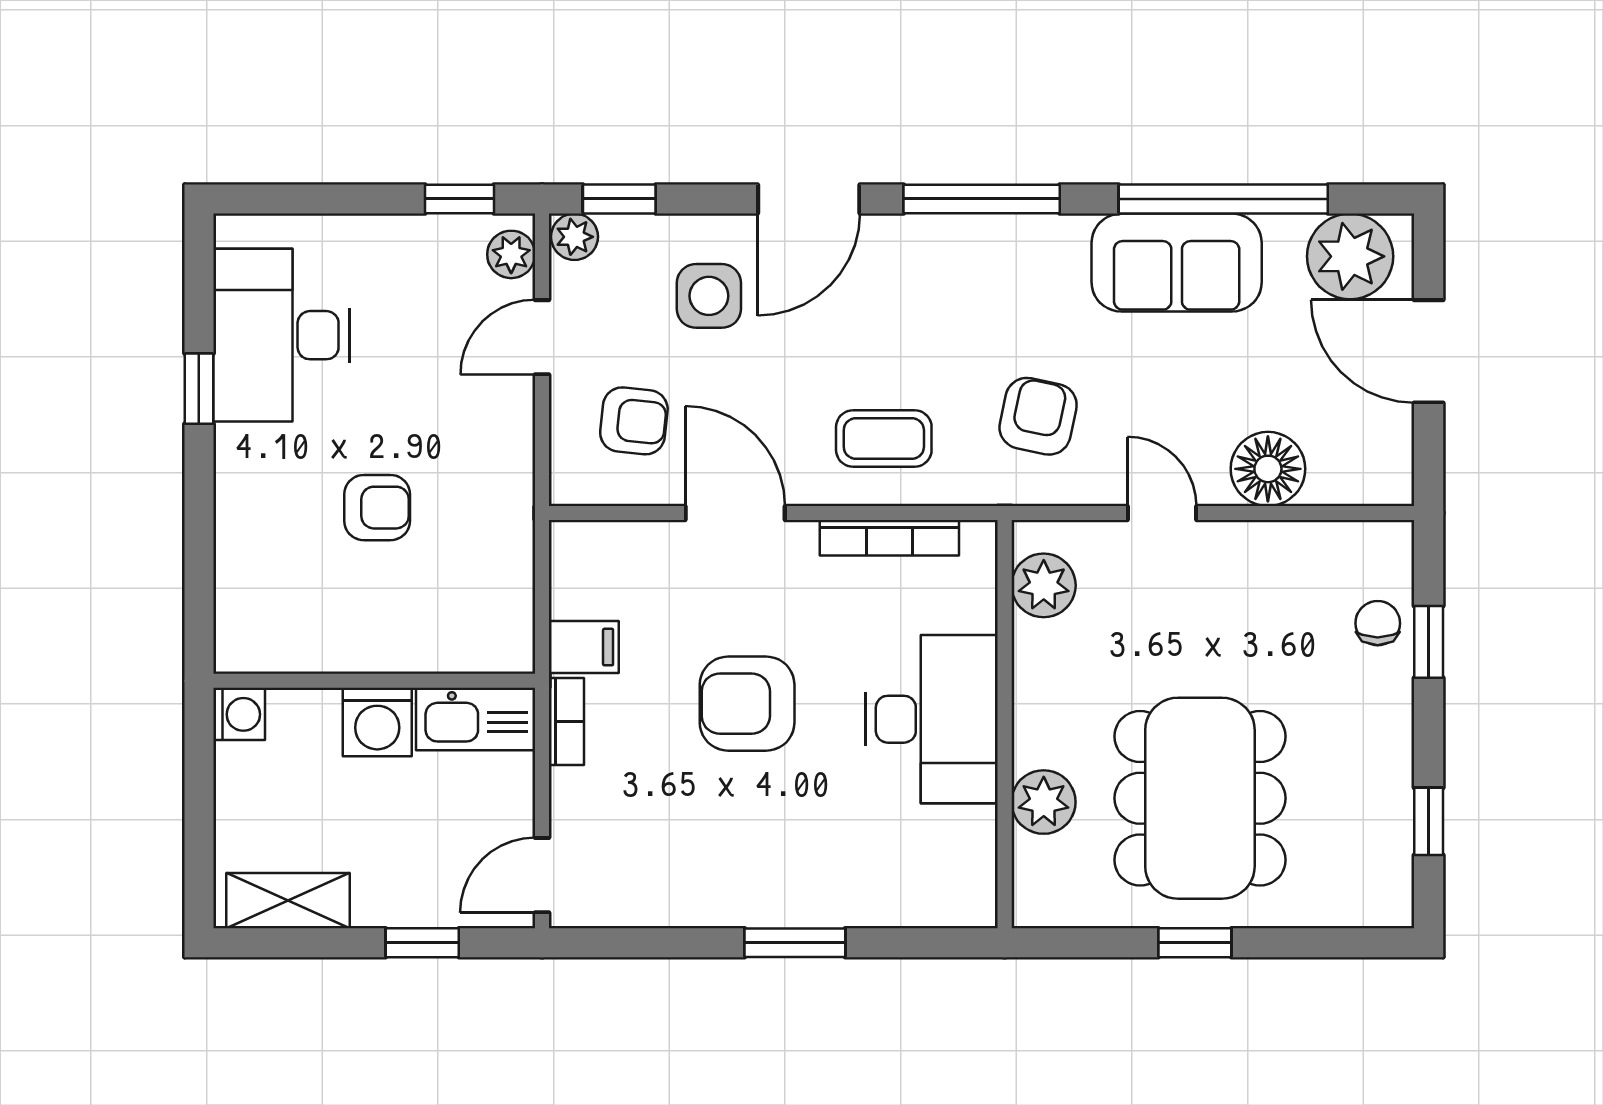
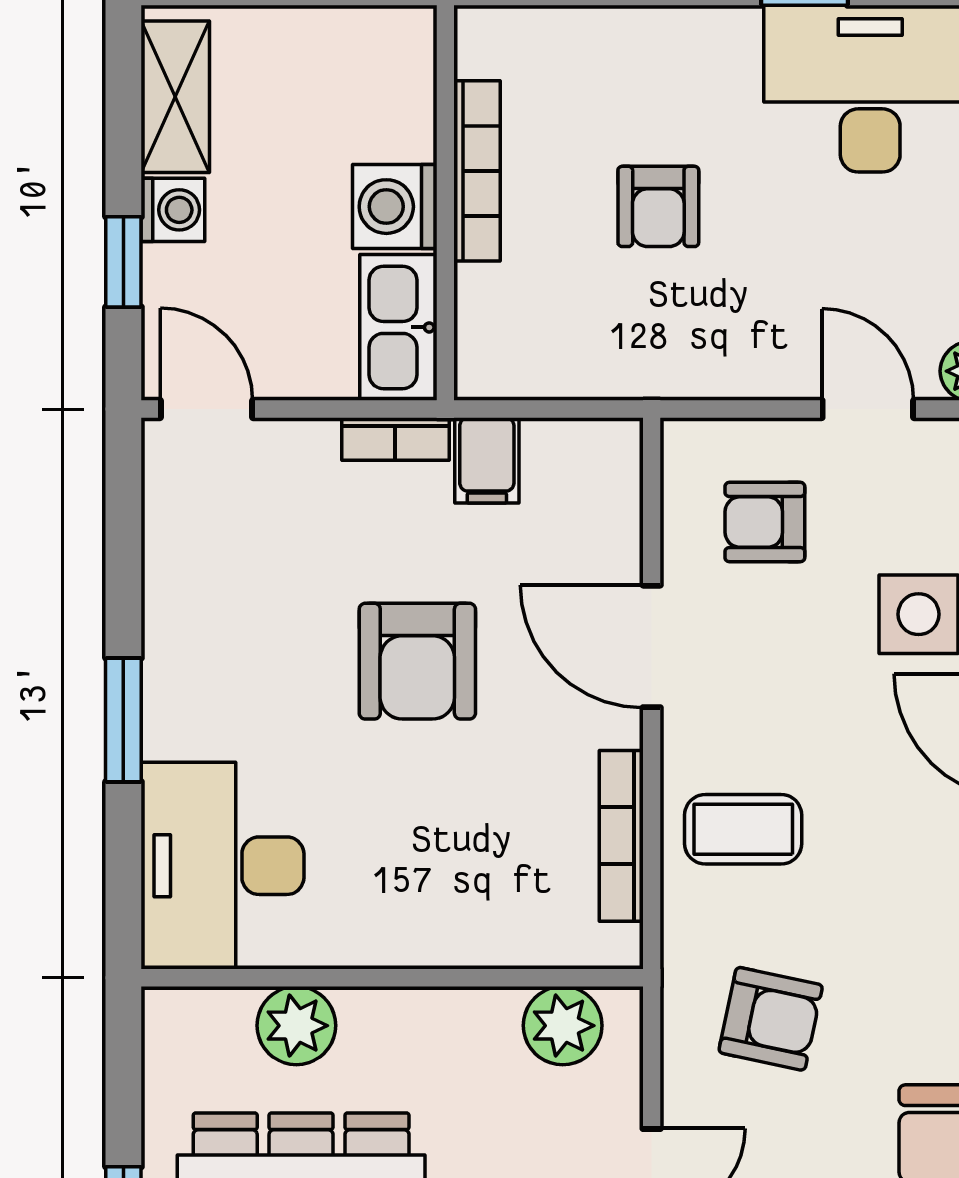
armchair: (634, 421) -> (765, 522), turned 84
coffee table: (884, 439) -> (743, 829), turned 90
door: (735, 513) -> (652, 646), swing flipped
bookcase: (348, 655) -> (477, 171), added
armchair: (747, 704) -> (417, 661), turned 180
washing machine: (239, 714) -> (173, 210), moved, turned -90
desk: (932, 719) -> (222, 866), moved, turned 90

